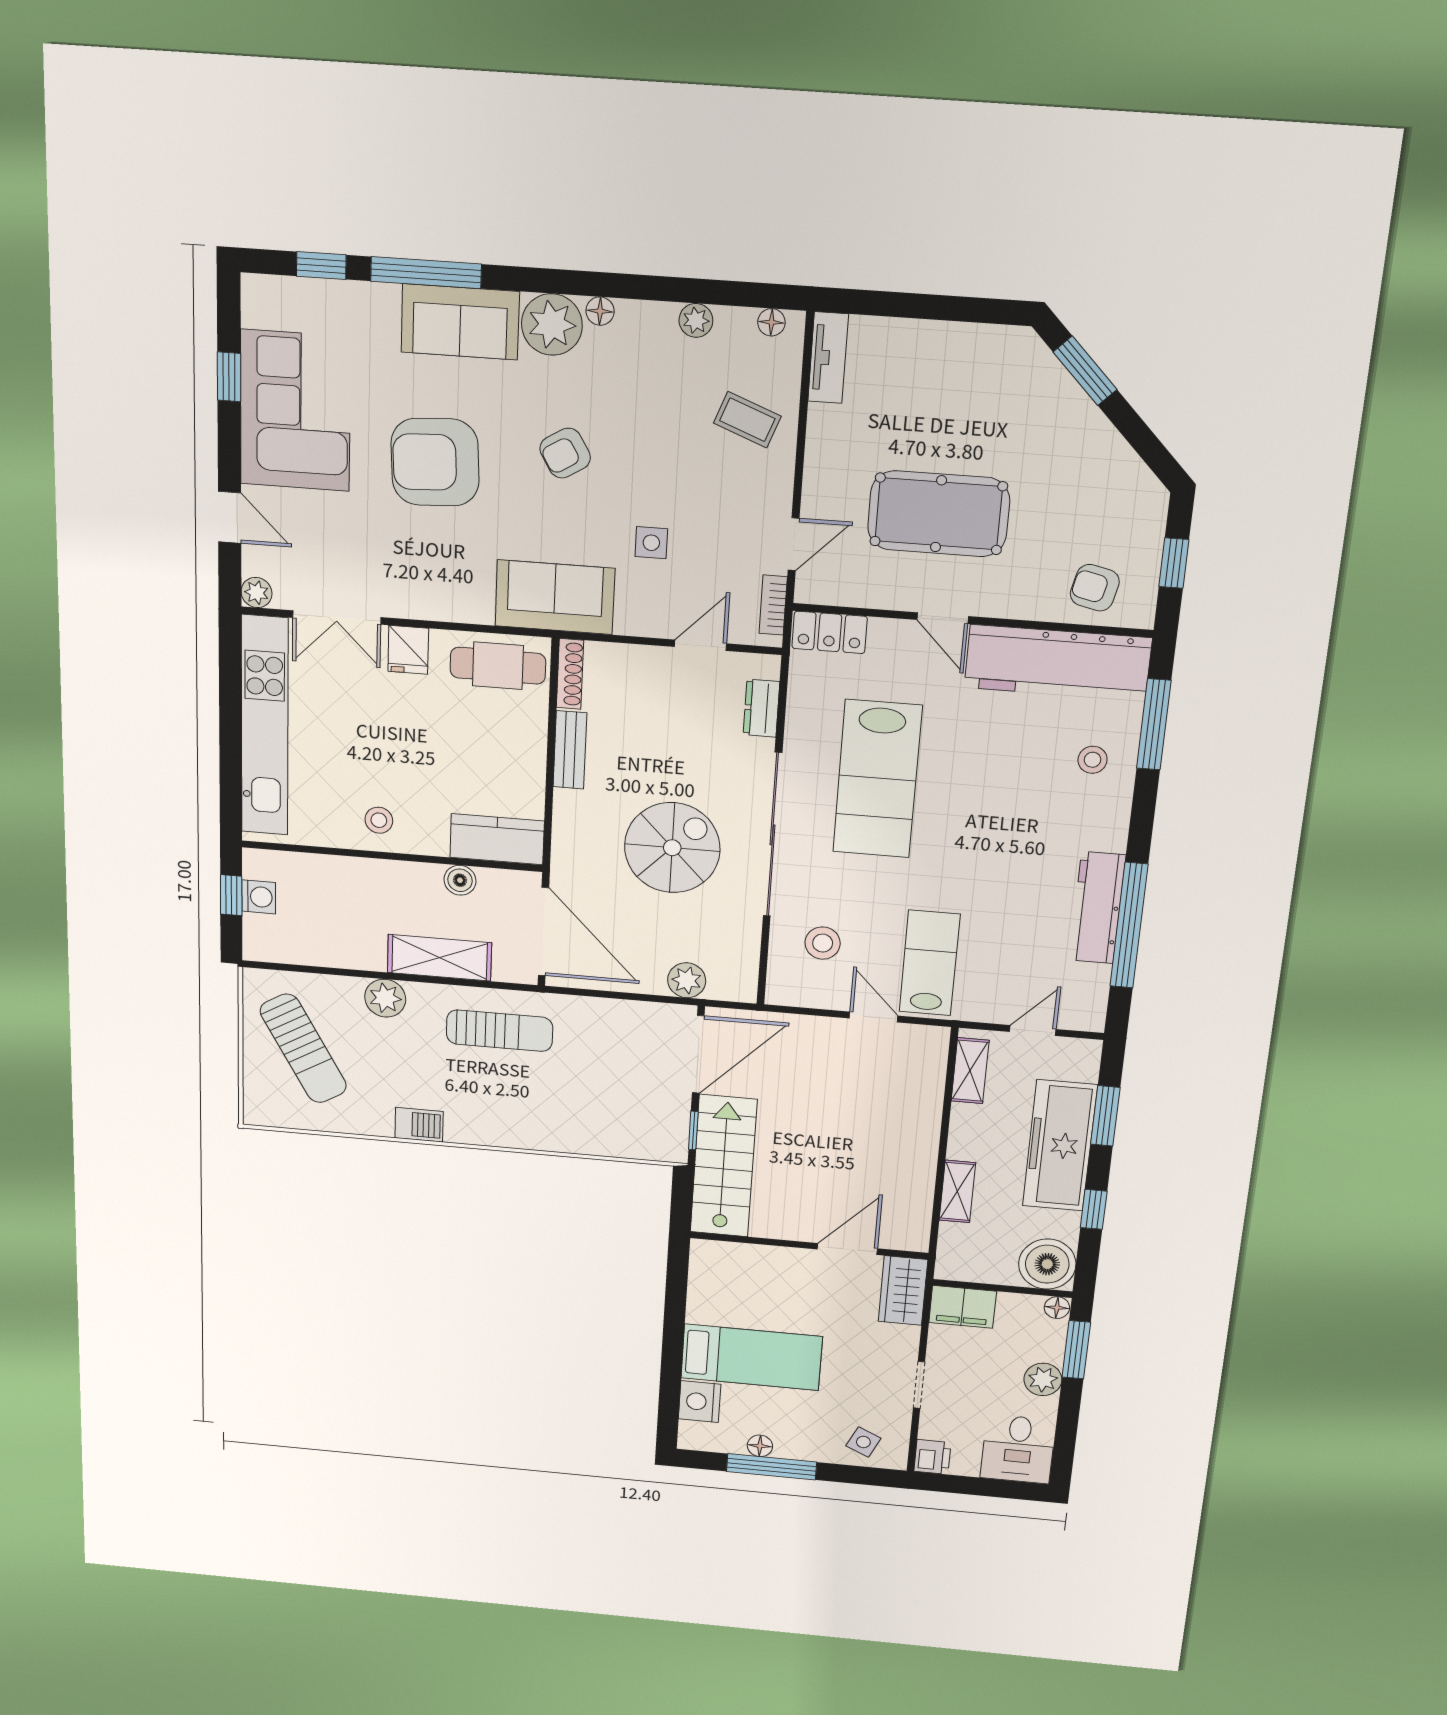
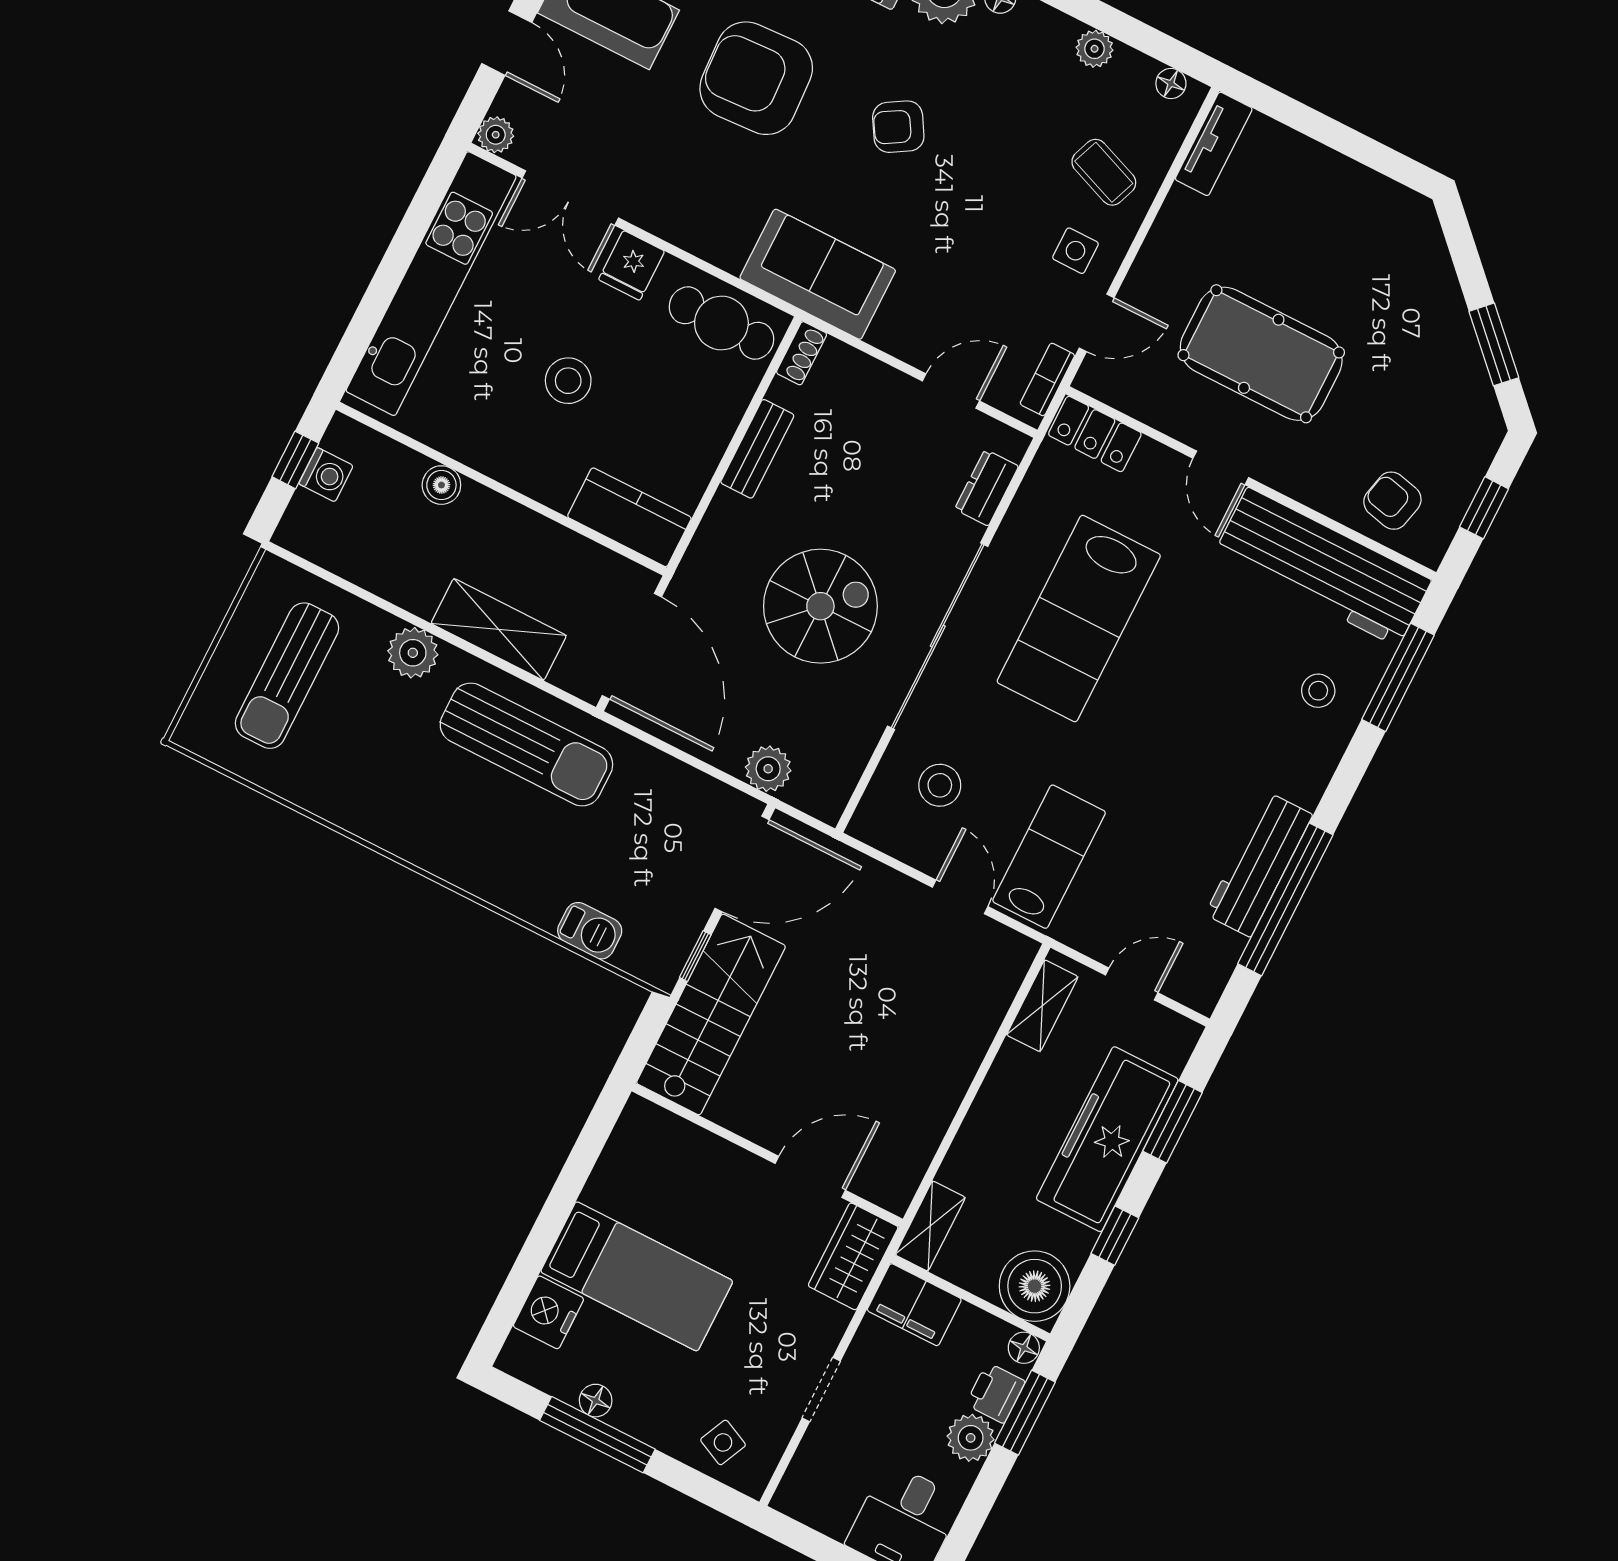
window: (1085, 371) -> (1494, 344), moved
side table: (651, 543) -> (1075, 251), moved
shoe rack: (570, 674) -> (802, 353), width x0.70
stool: (379, 820) -> (568, 381), moved, width x1.37, depth x1.37
boiler: (460, 880) -> (441, 485), moved
sun lounger: (500, 1031) -> (526, 745), width x1.36, depth x1.34
sun lounger: (303, 1049) -> (287, 676), turned 30
barbecue: (419, 1125) -> (590, 931), moved
shelving: (957, 1191) -> (930, 1226), moved
printer: (932, 1457) -> (995, 1393), moved, turned 180

